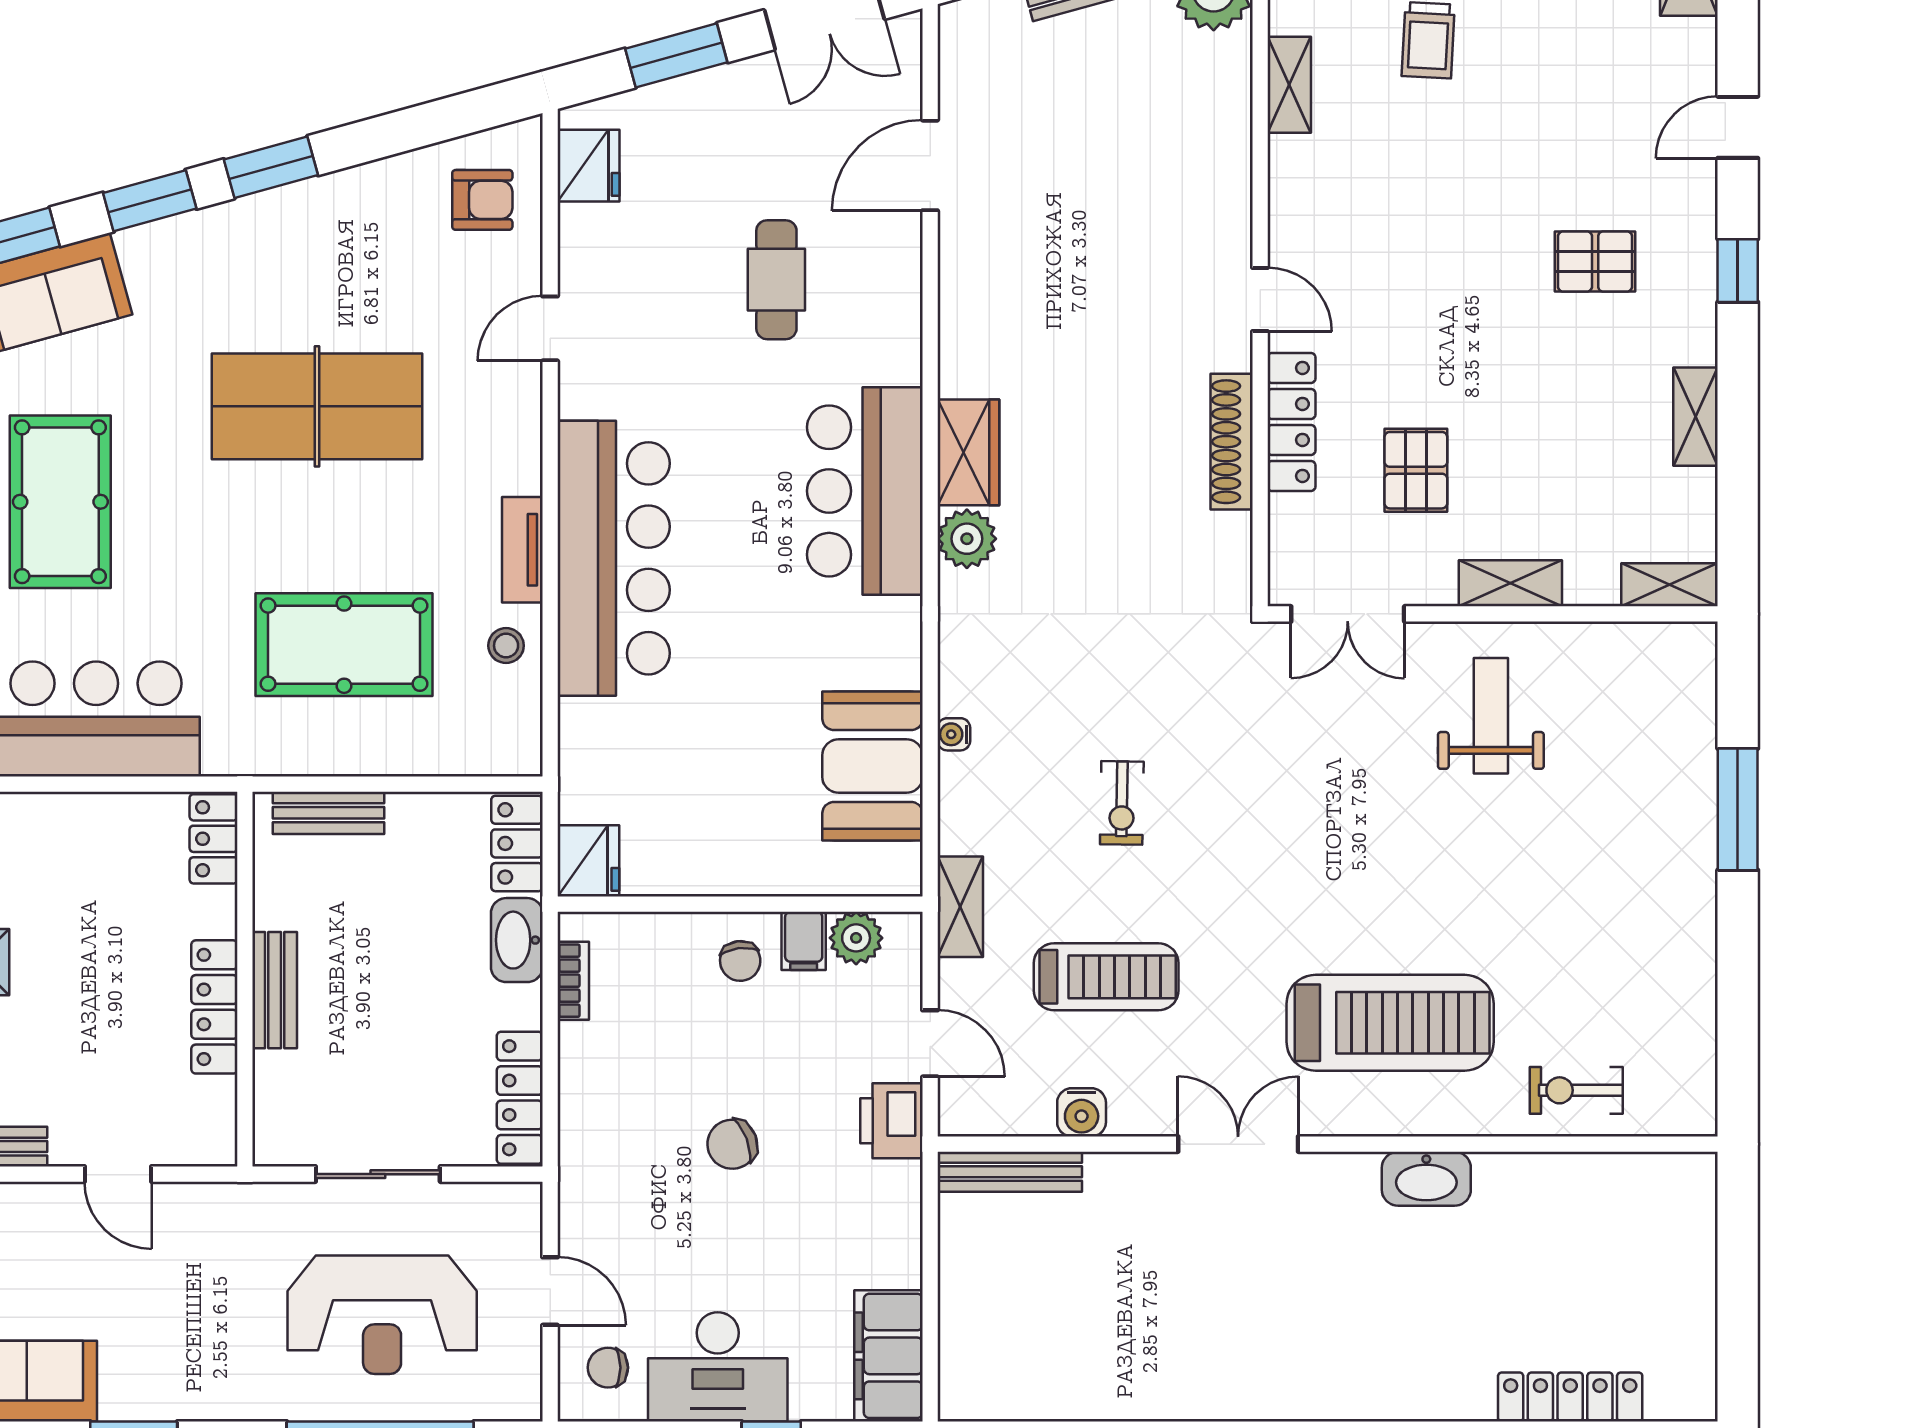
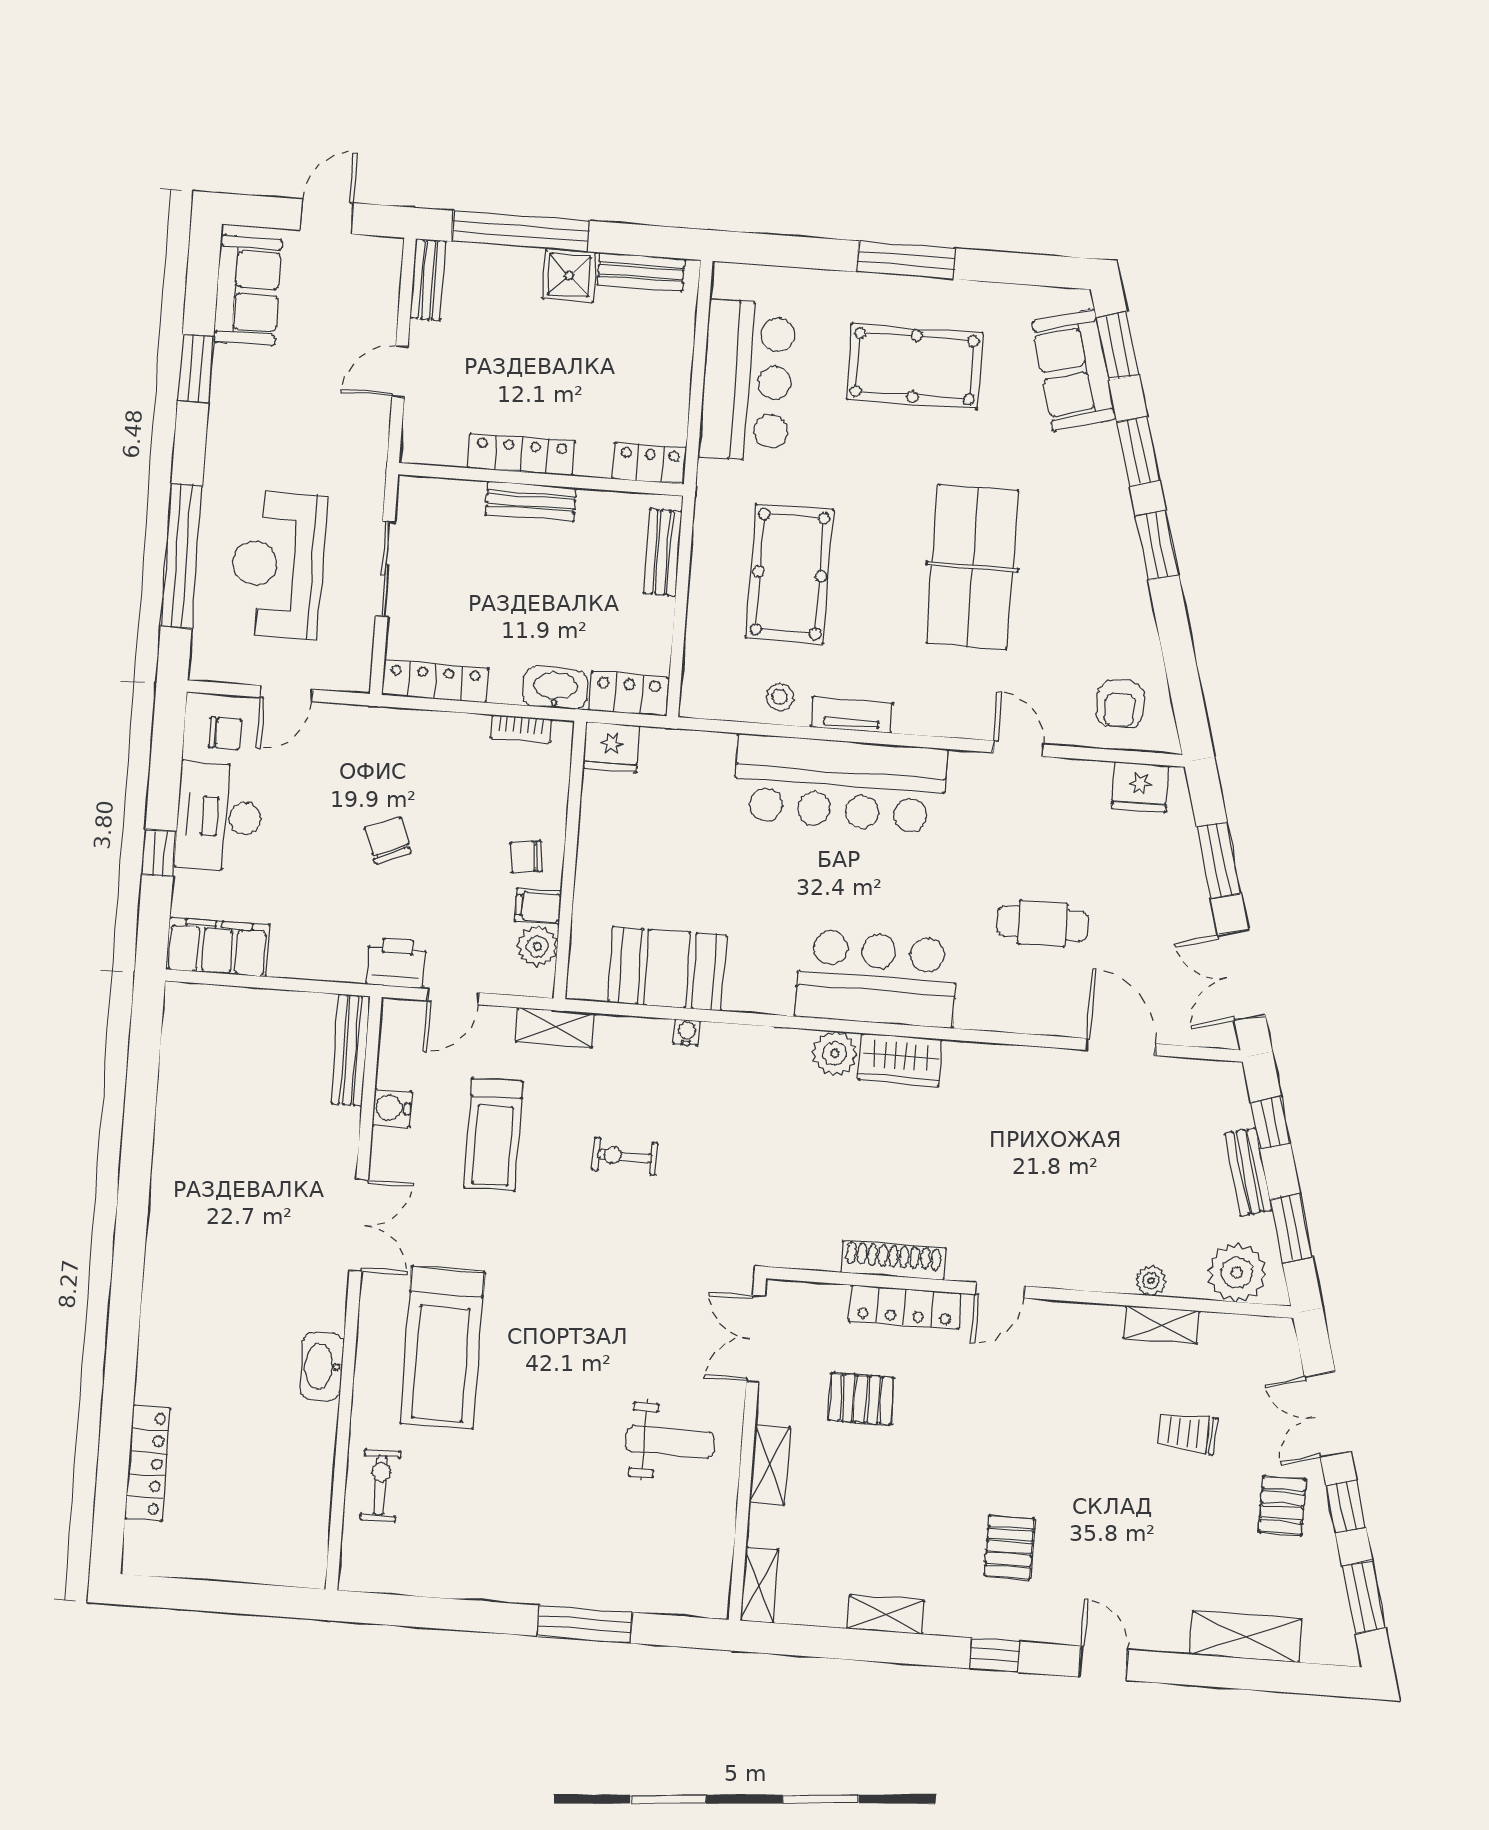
plant: (1233, 103) -> (1151, 1281), added
chair: (608, 1368) -> (225, 733), turned 90

